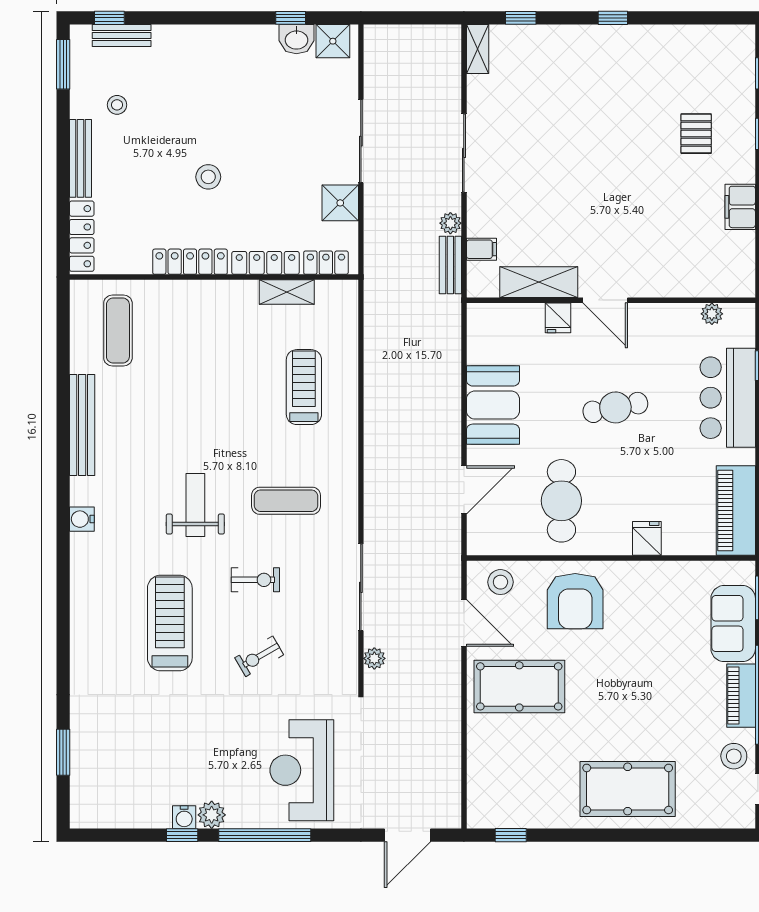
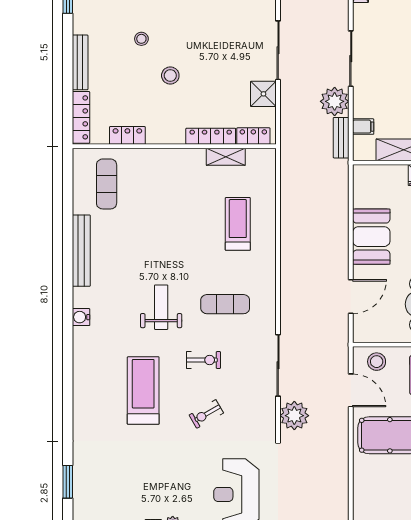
stool: (117, 105) -> (141, 39), moved
plant: (450, 223) -> (335, 101), width x1.88, depth x1.88
locker: (190, 262) -> (127, 135), moved, width x0.66
plant: (374, 658) -> (294, 416), width x1.87, depth x1.87

